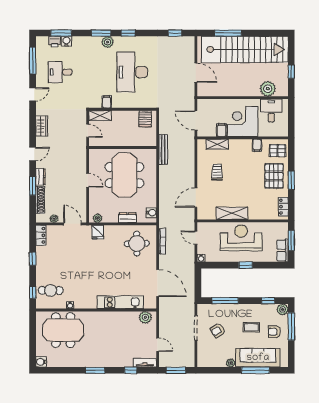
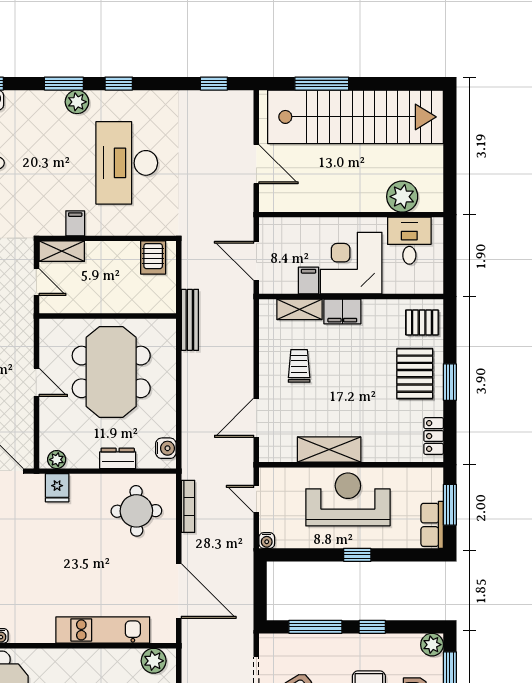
window: (291, 72) -> (450, 162), removed
filing cabinet: (257, 145) -> (342, 311), moved, width x2.00
window: (268, 301) -> (372, 627), moved

